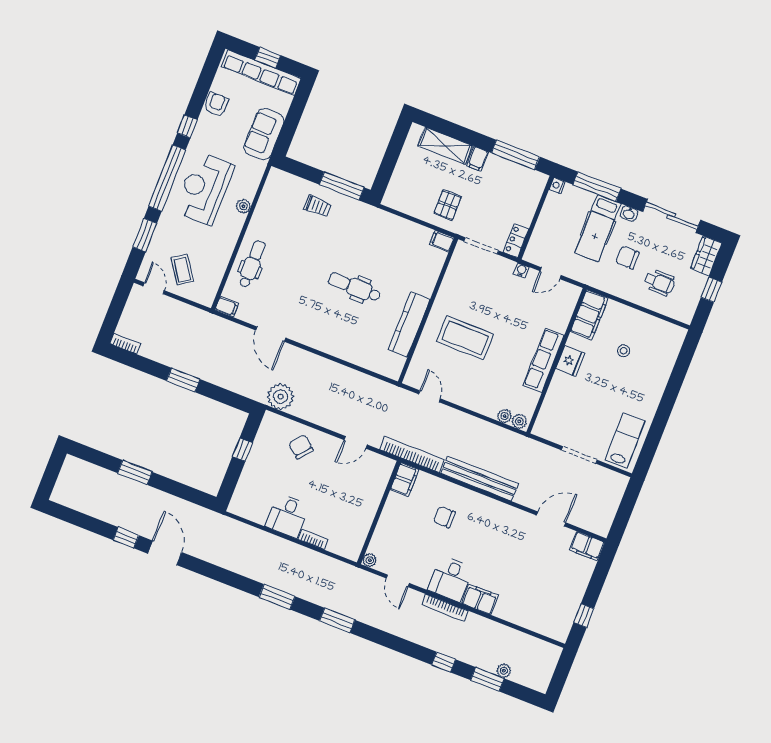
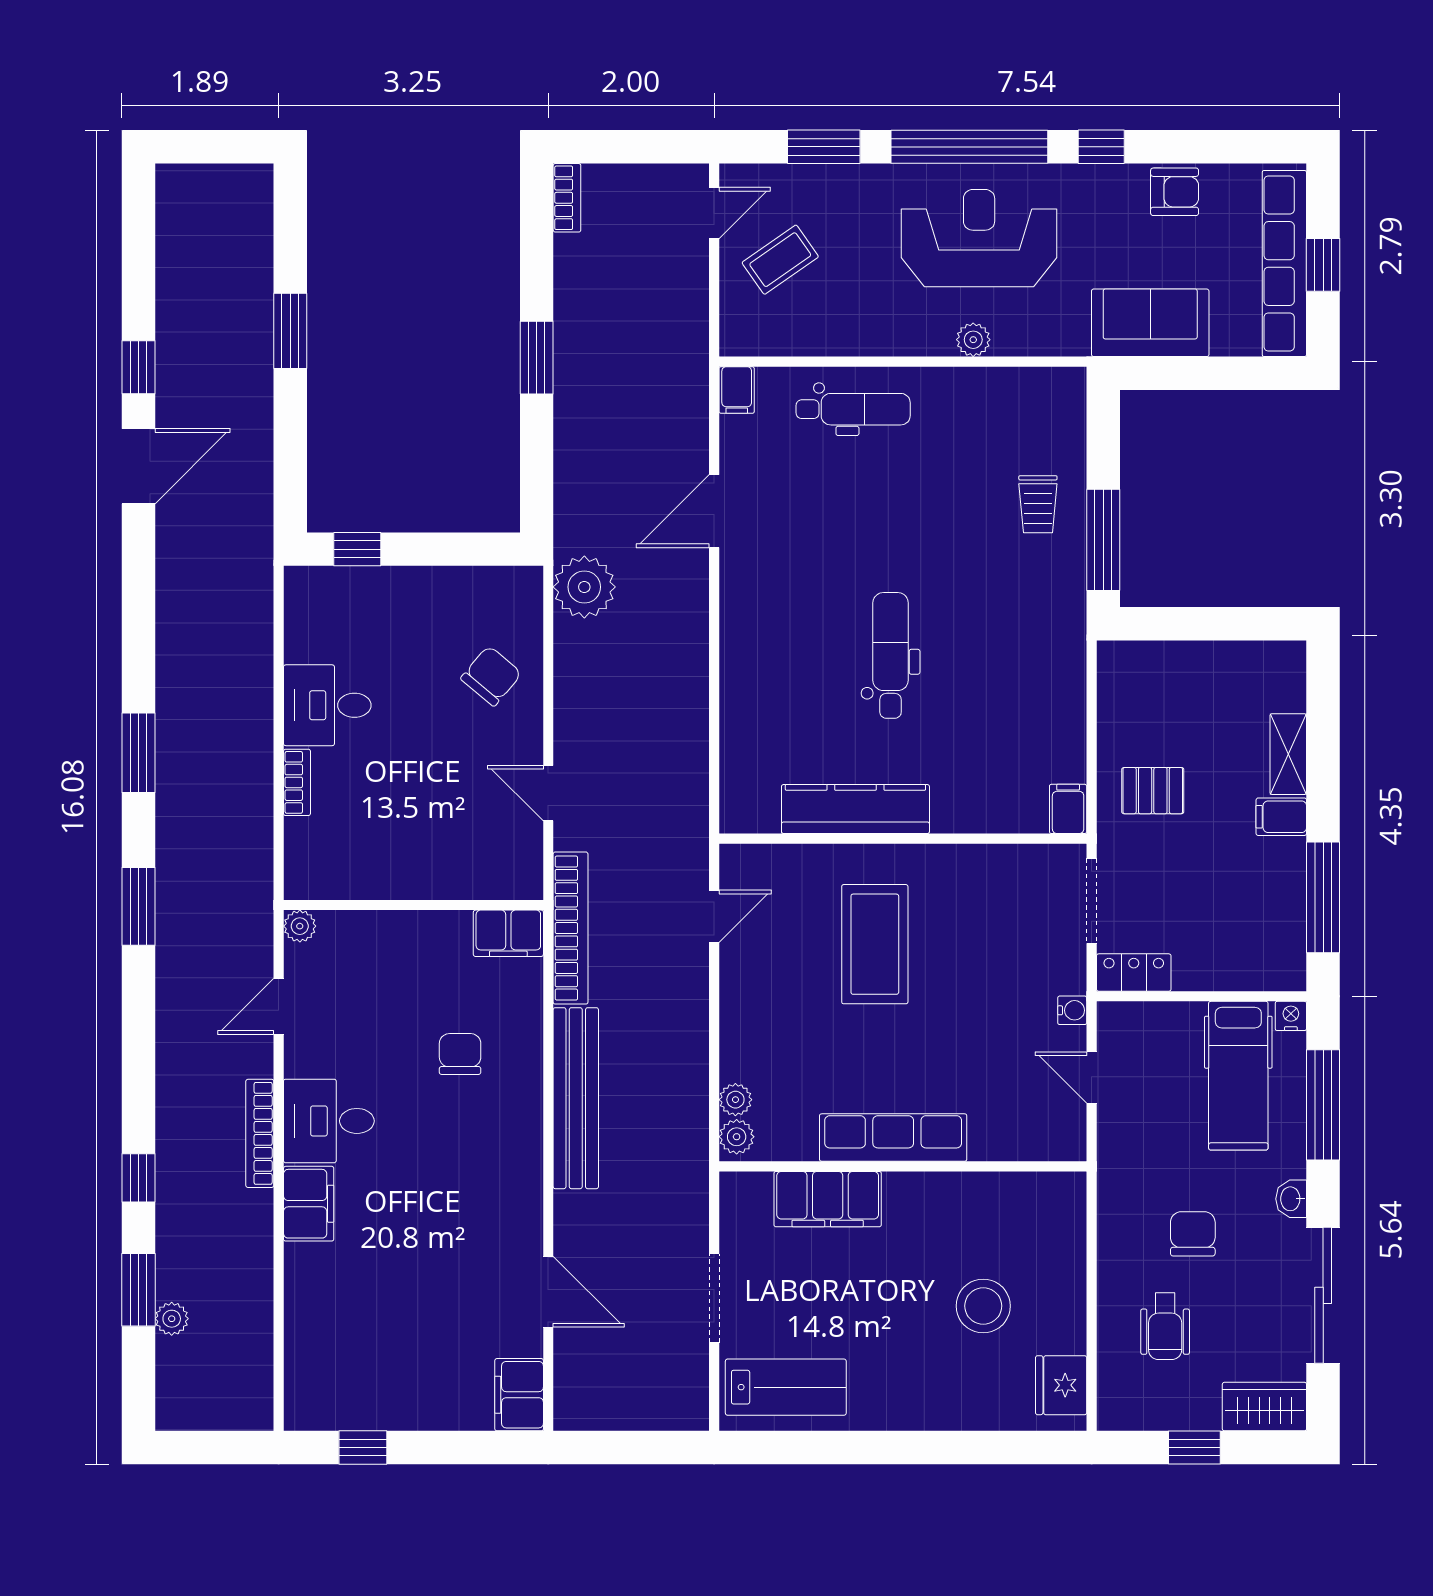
shelving: (445, 146) -> (1288, 754), width x0.67, depth x0.75
hospital bed: (598, 228) -> (1238, 1076), moved, turned -90
filing cabinet: (589, 315) -> (828, 1199), moved
stool: (624, 351) -> (983, 1306), width x1.89, depth x1.89
fridge: (570, 361) -> (1061, 1385), moved, turned 90
window: (243, 450) -> (357, 549), moved

